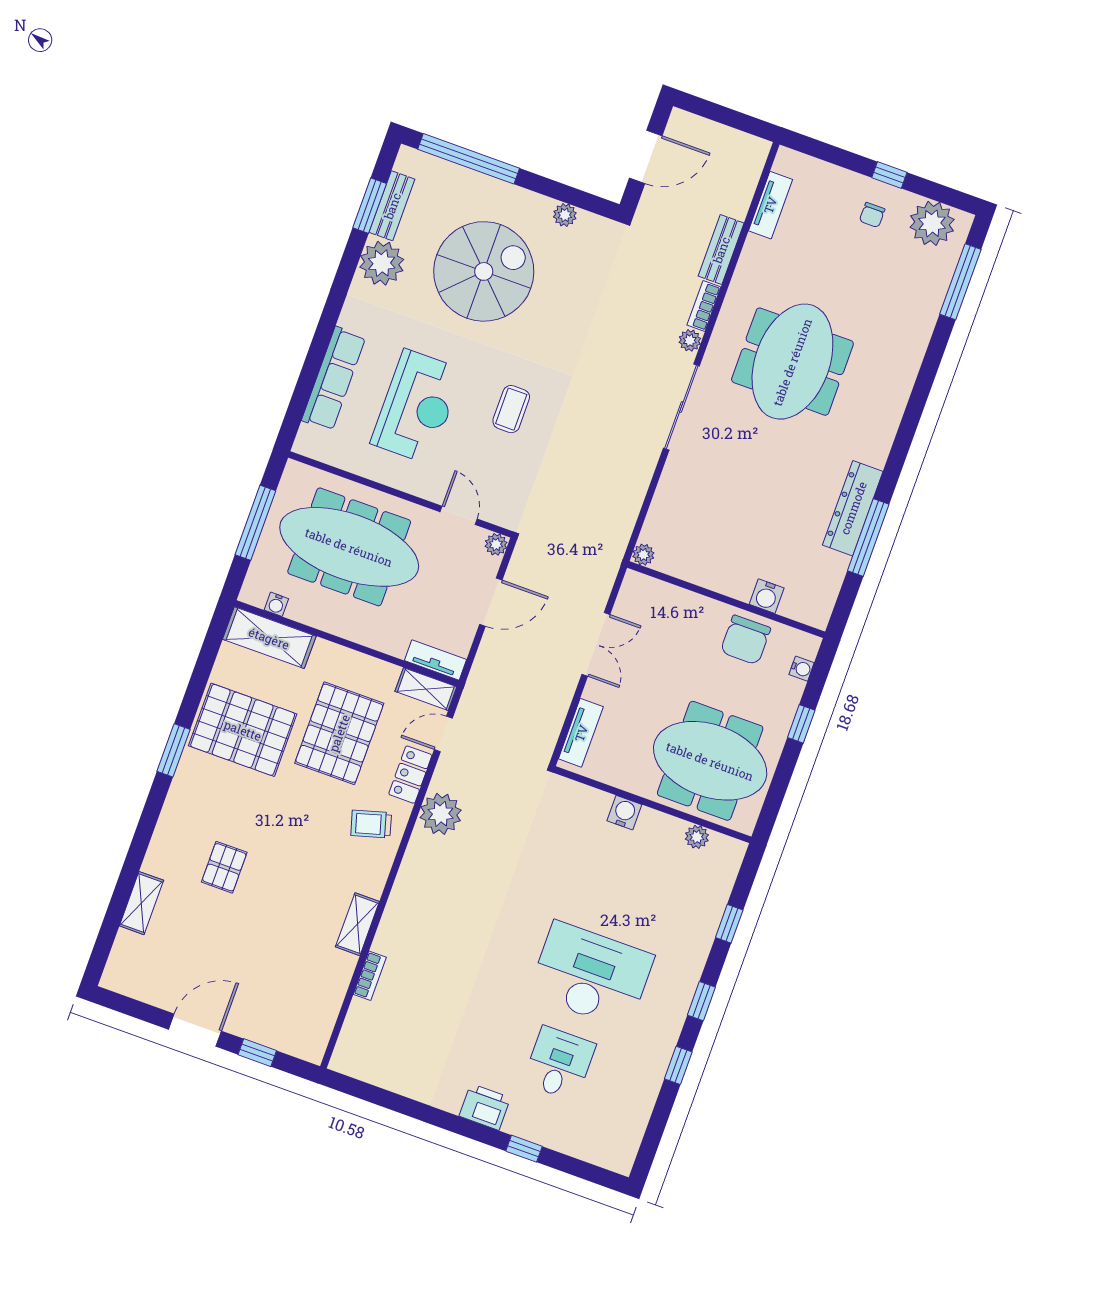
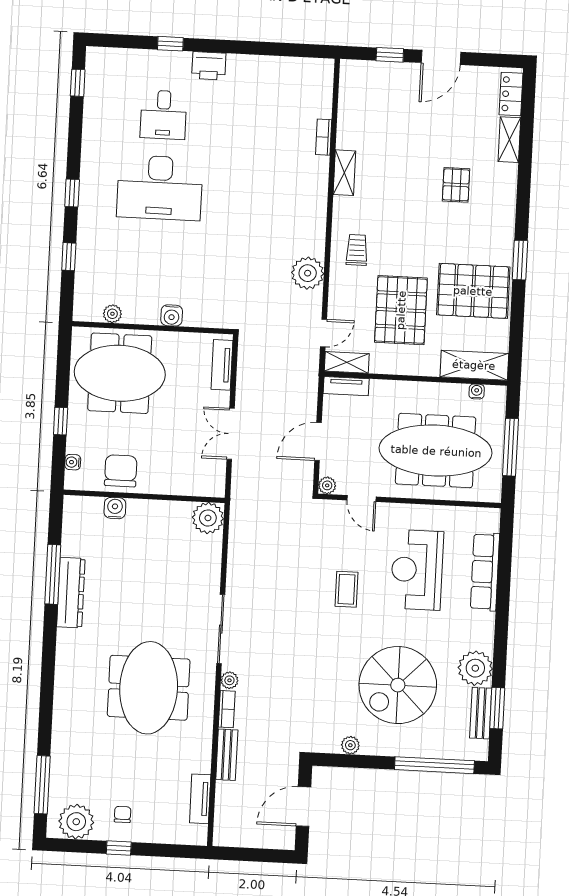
plant: (643, 555) -> (208, 518), width x1.88, depth x1.88
locker: (410, 775) -> (511, 94), moved, turned 180
trolley: (371, 824) -> (357, 250), turned -74
window: (678, 1065) -> (78, 83), moved

